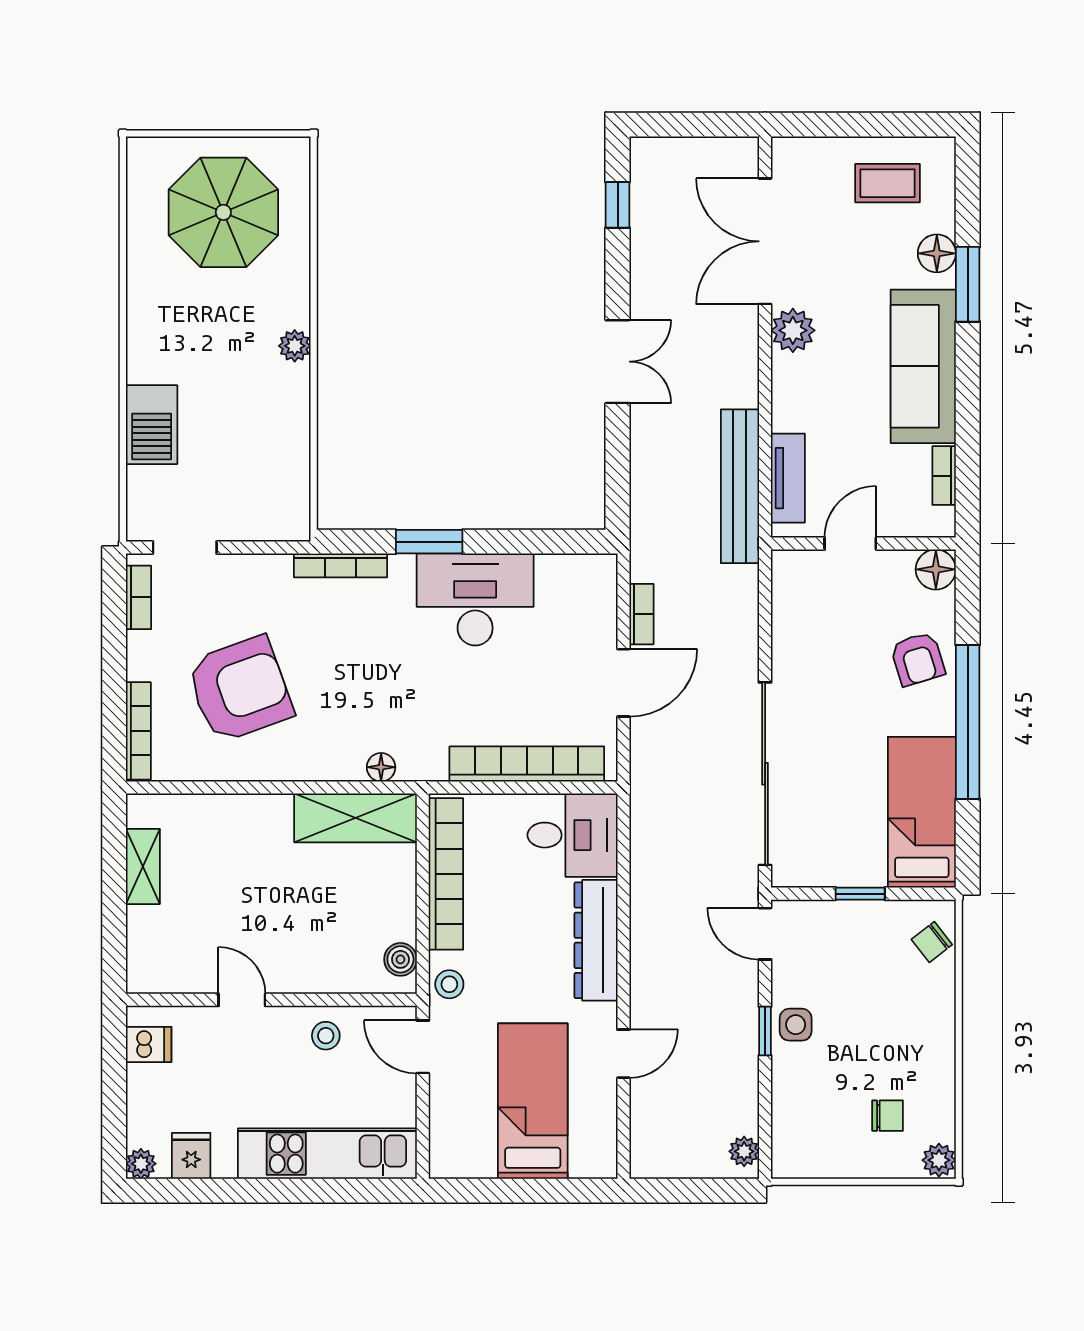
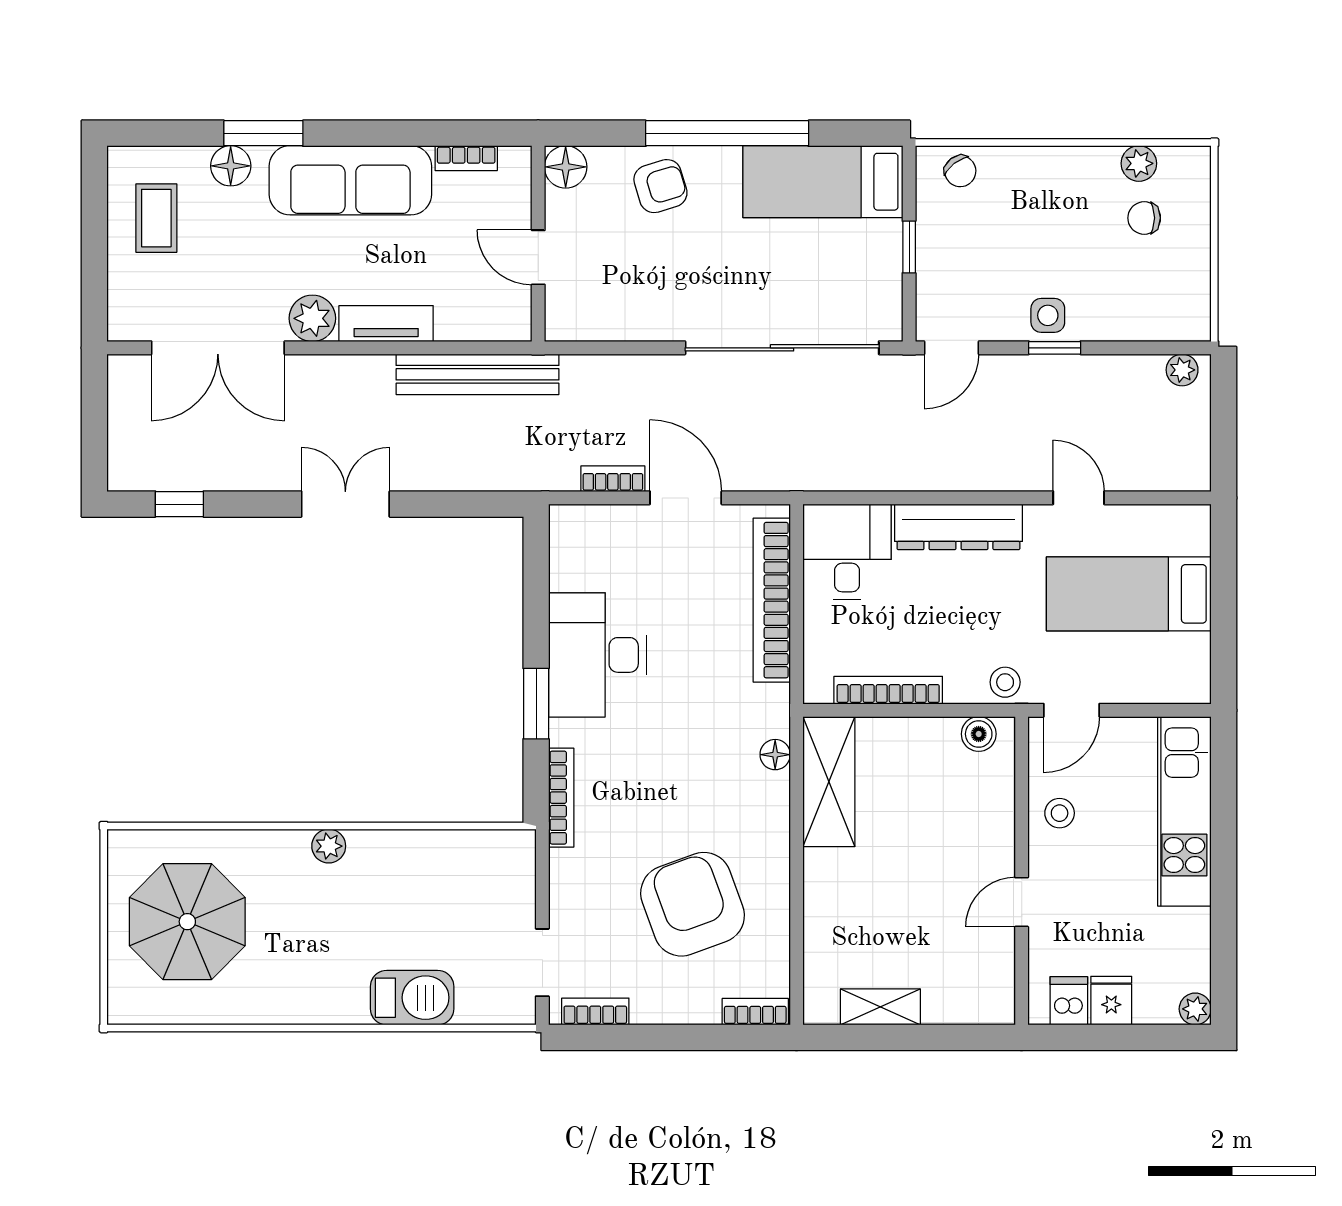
tv unit: (788, 478) -> (386, 324), moved
bookcase: (138, 731) -> (755, 1012), width x0.64
bookcase: (446, 874) -> (888, 690), width x0.68, depth x0.76
chair: (888, 1116) -> (1144, 218), turned -90
fridge: (191, 1156) -> (1111, 1001), moved, turned 90
plant: (939, 1160) -> (1139, 163), moved

